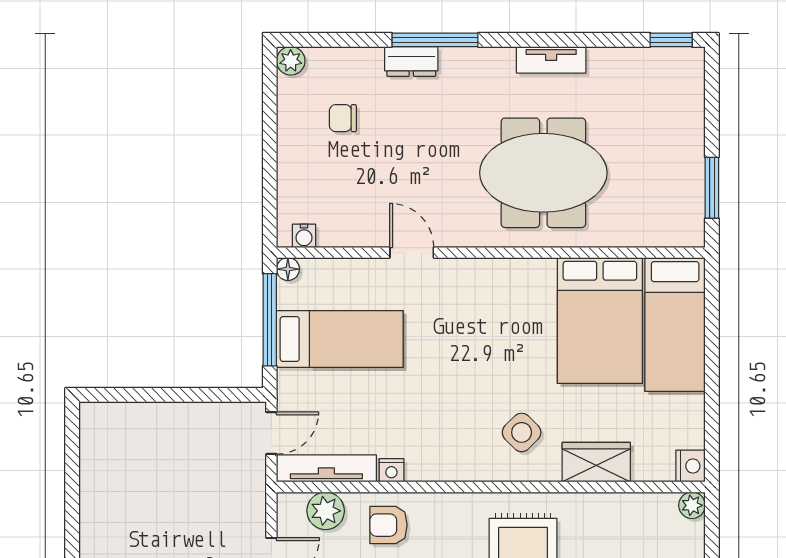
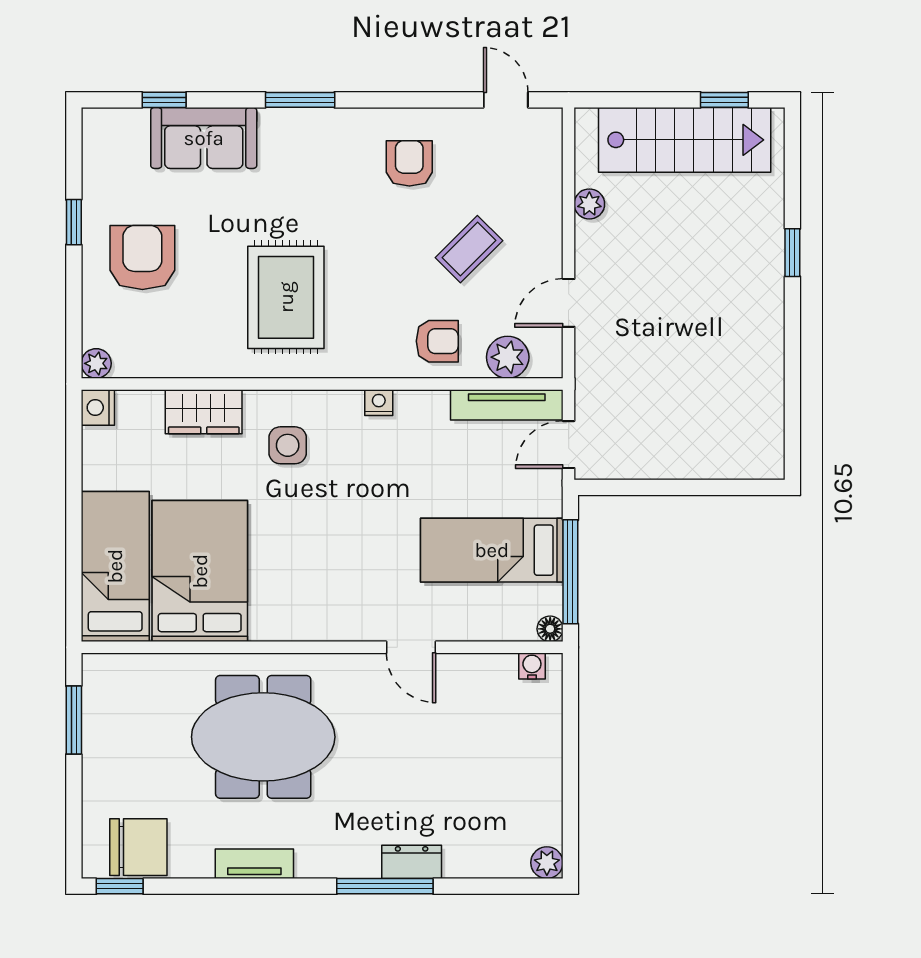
chair: (343, 118) -> (138, 847), moved, width x1.87, depth x1.87
side table: (522, 432) -> (288, 445), turned 45
nightstand: (391, 470) -> (379, 403), moved

